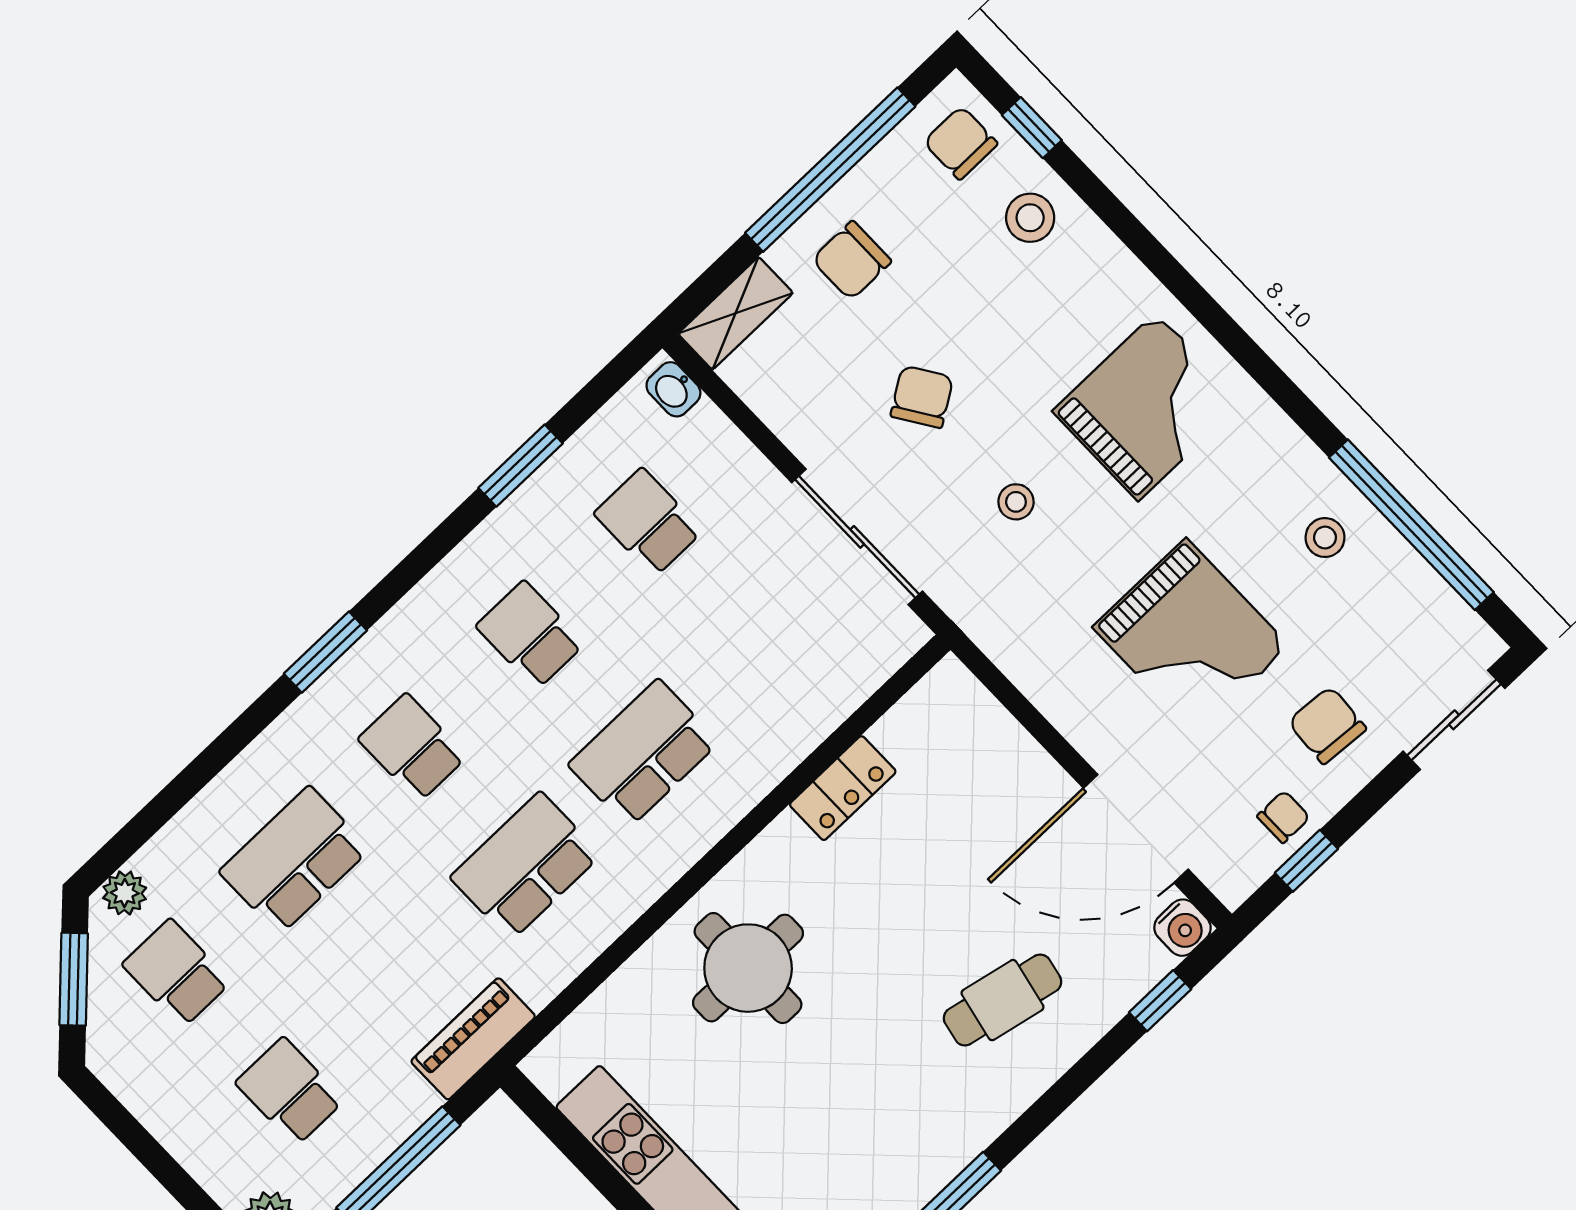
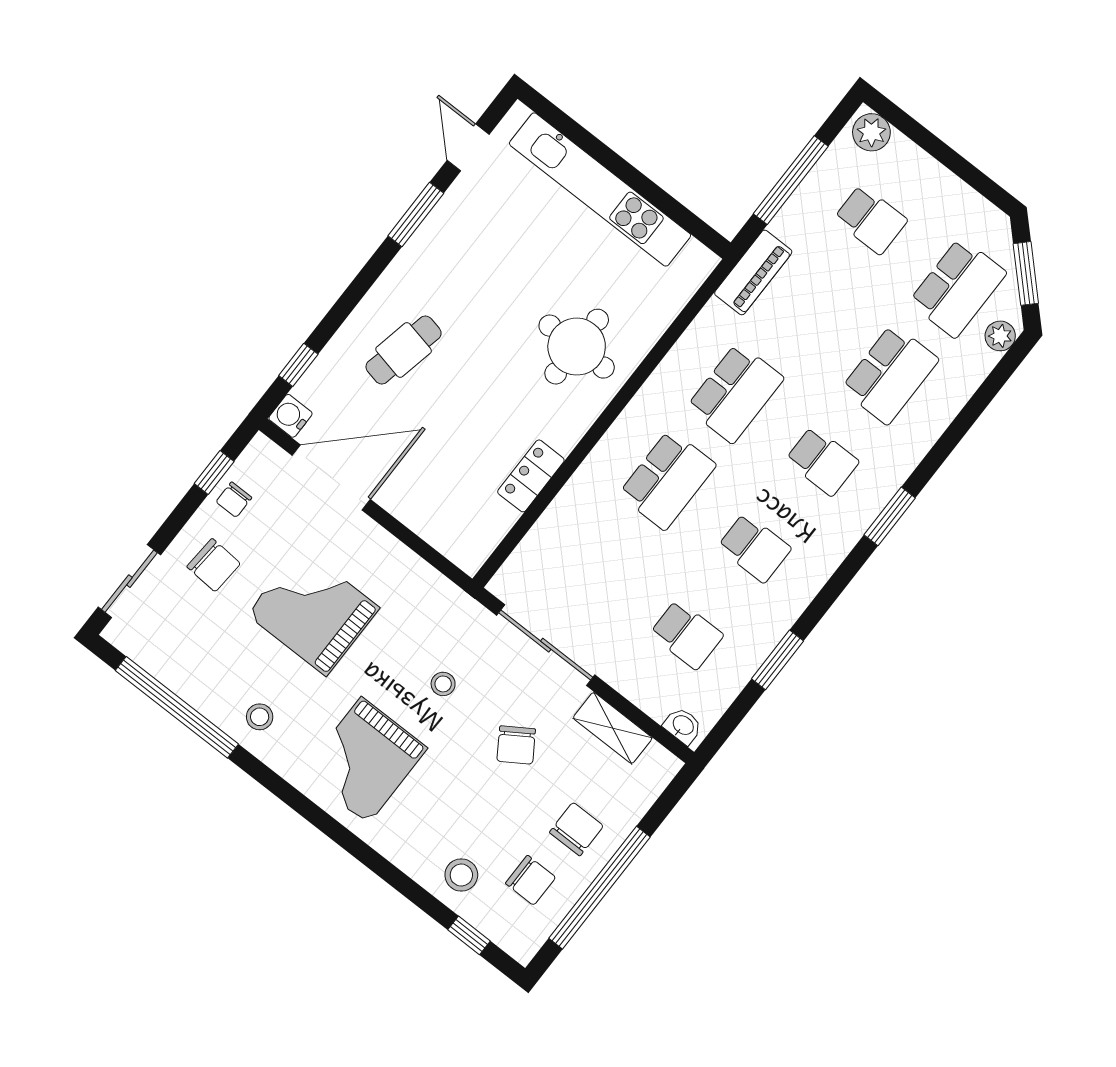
chair: (961, 143) -> (531, 880), moved
shelving: (736, 313) -> (613, 728), moved, turned 90
stool: (1325, 538) -> (260, 717), moved
school desk: (177, 973) -> (958, 288), width x1.85

